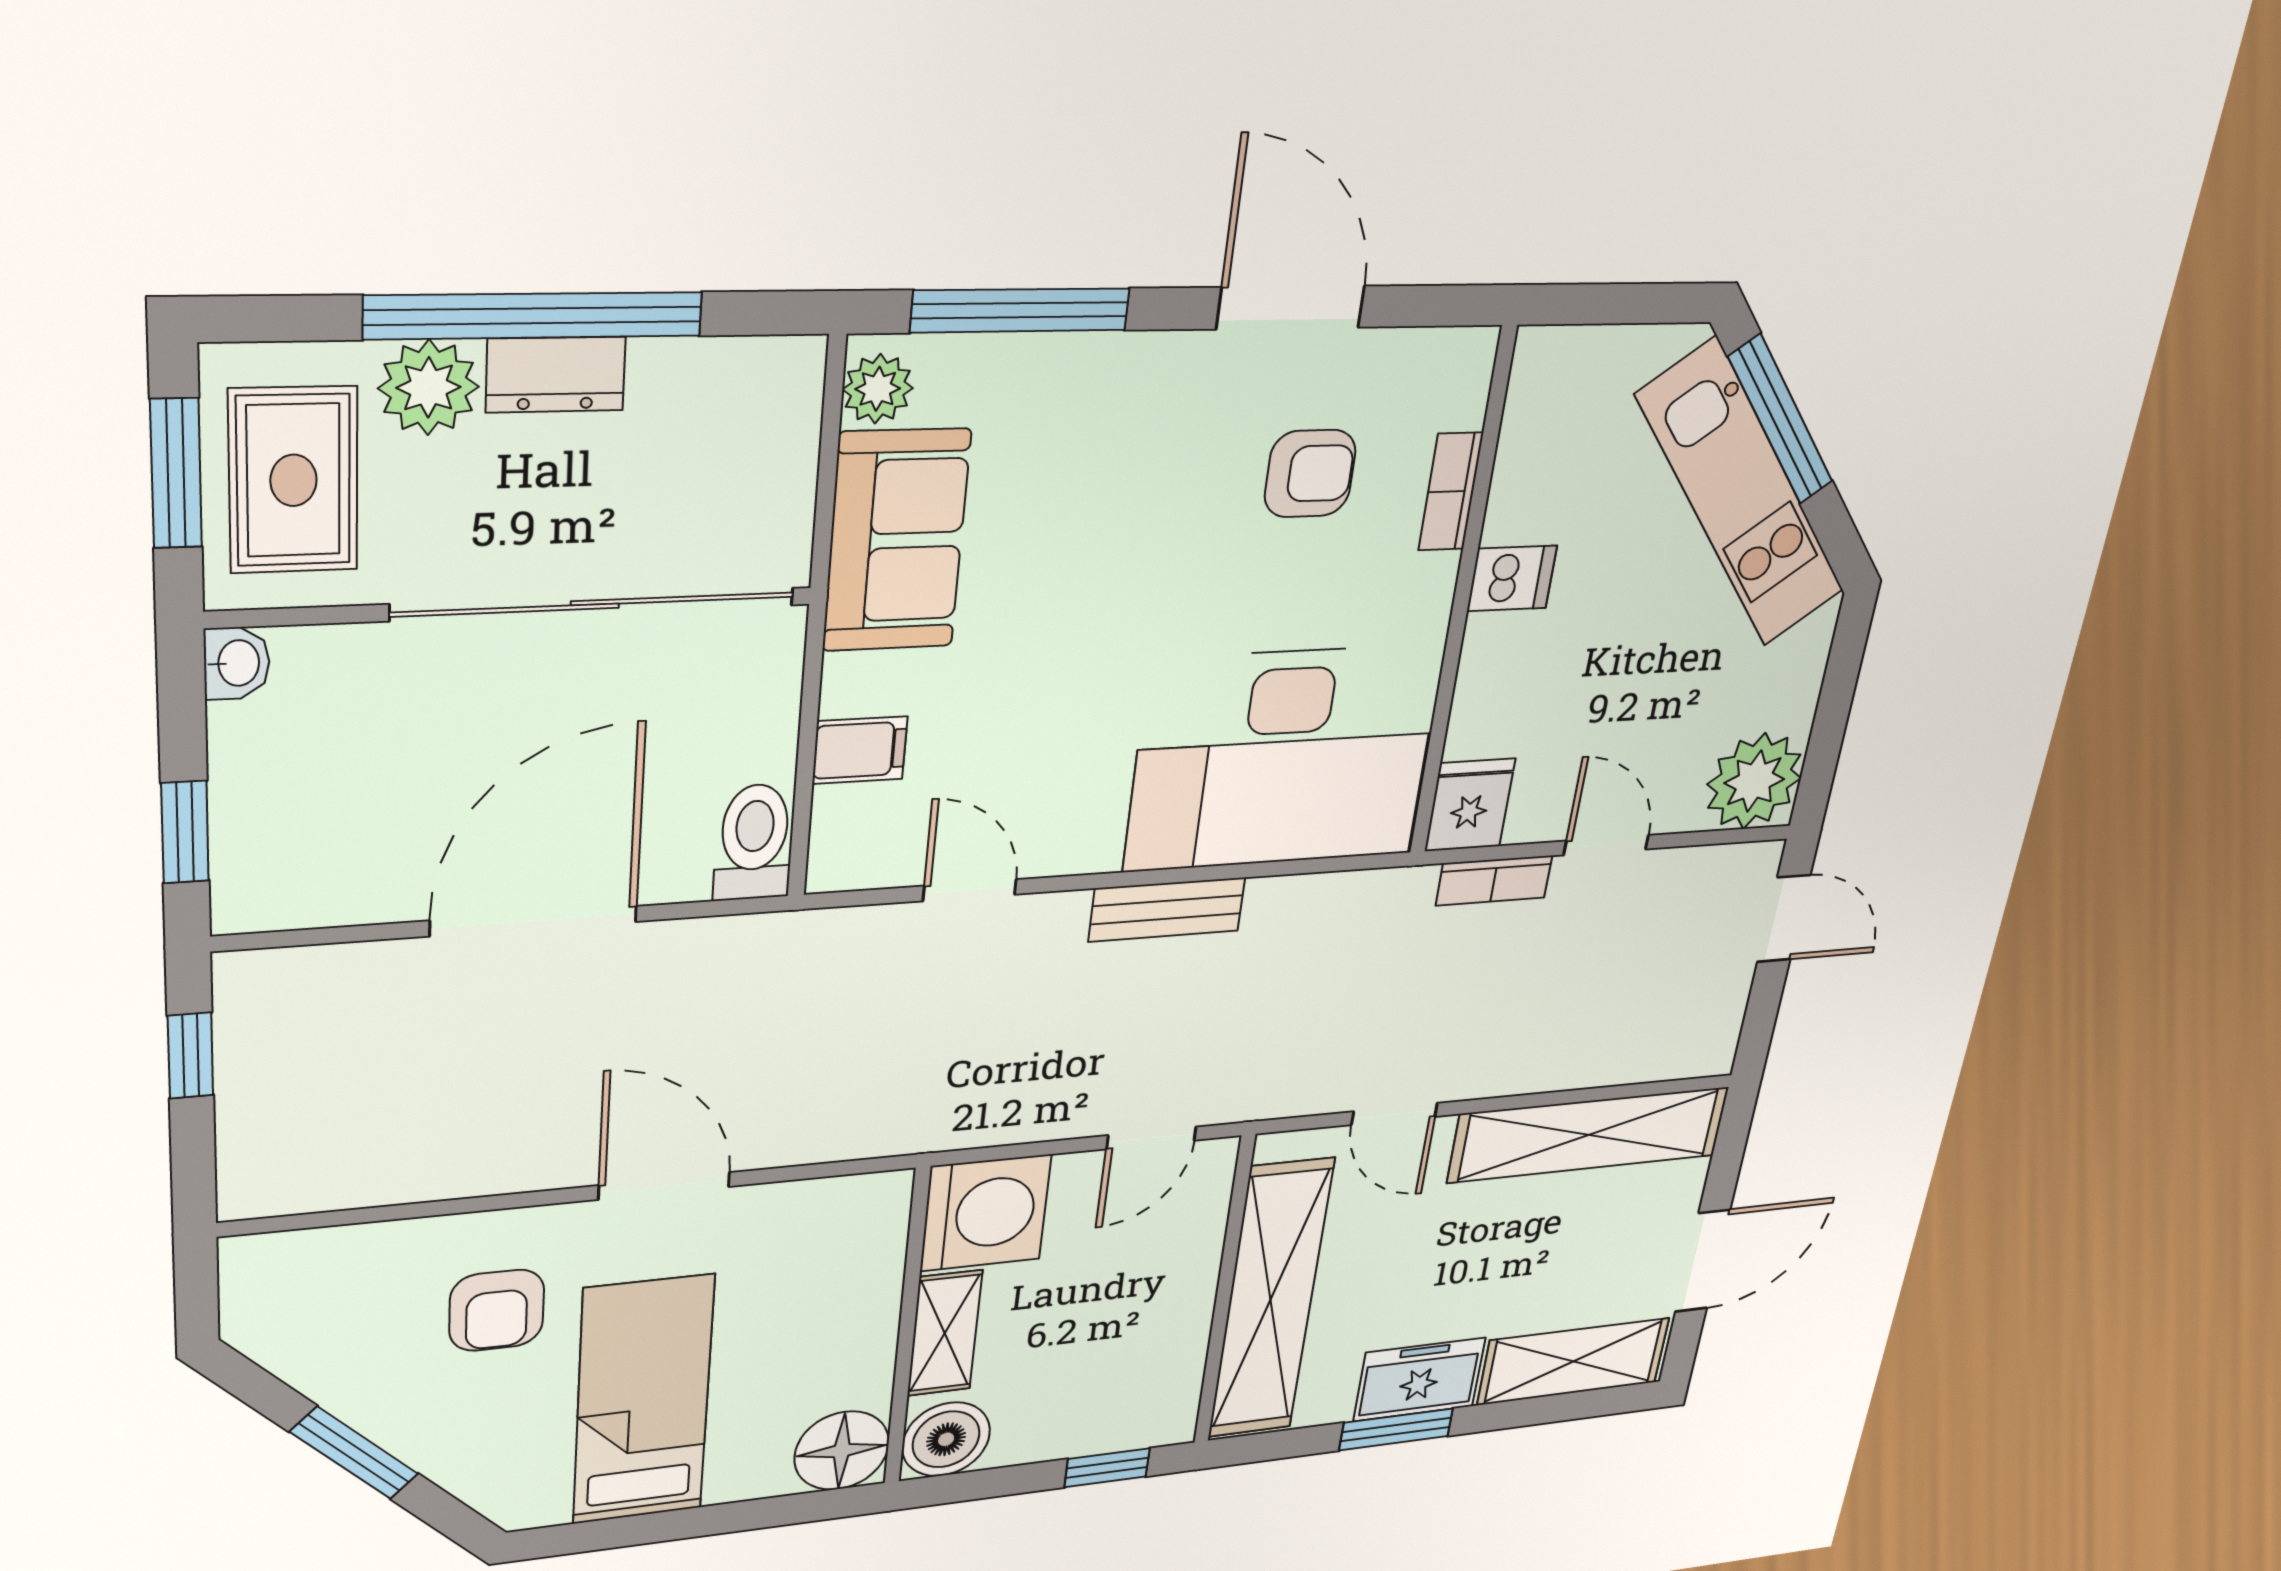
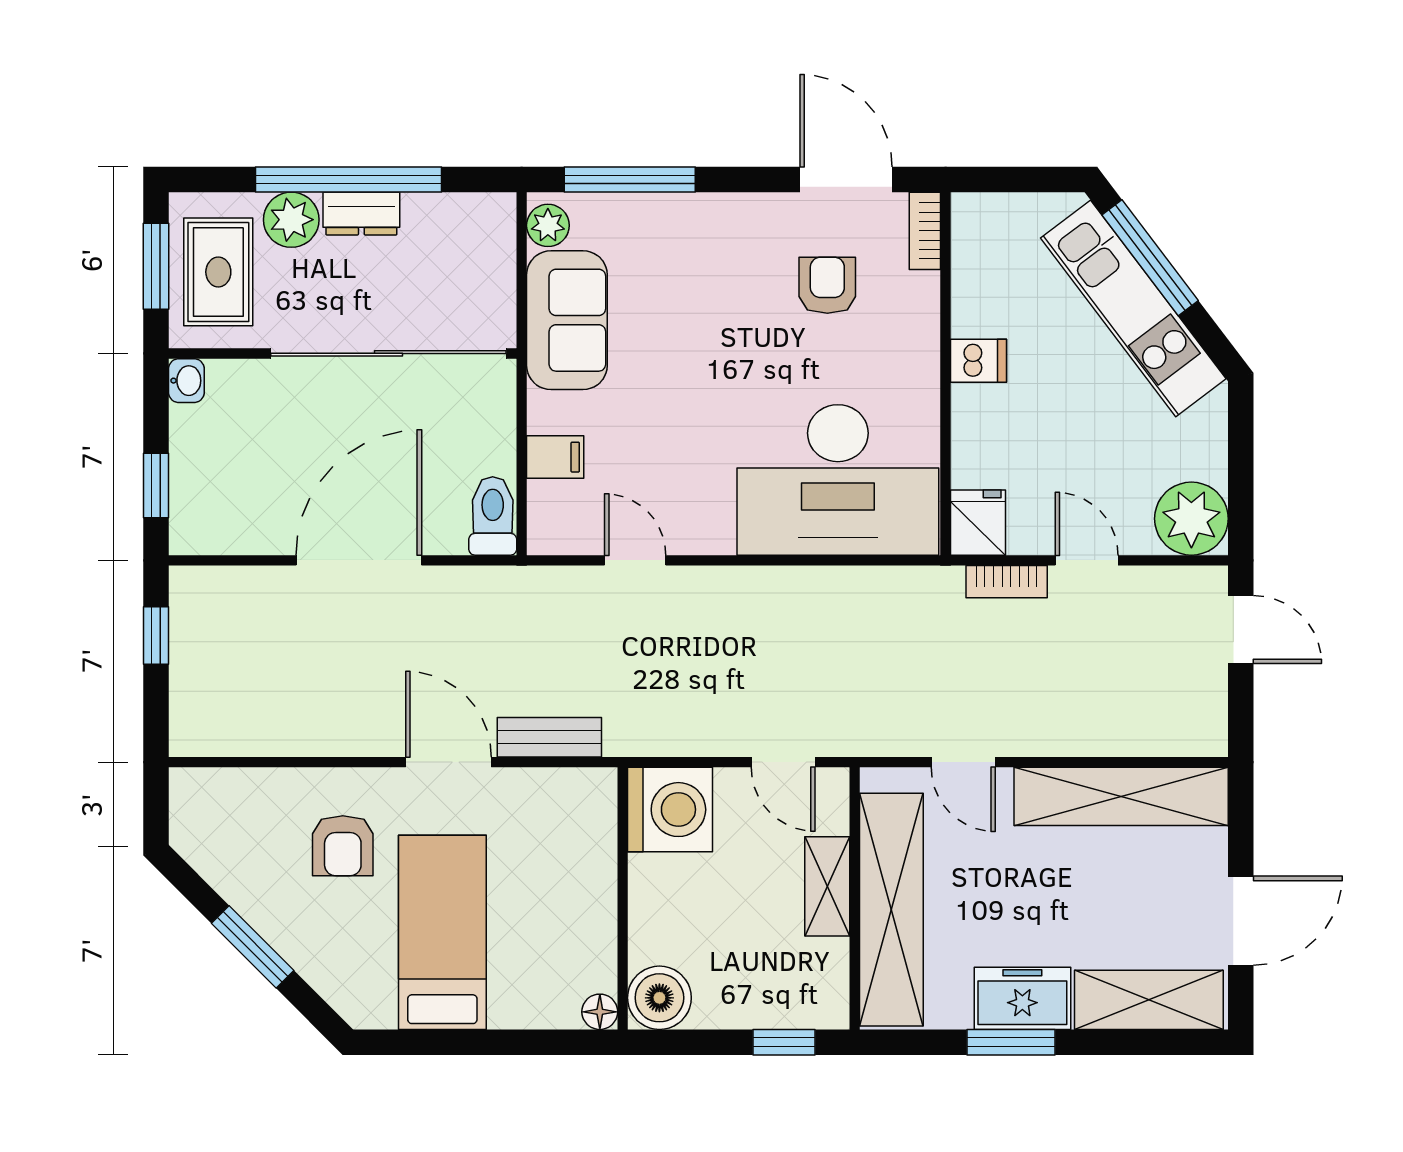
door: (1291, 307) -> (846, 179), moved
armchair: (1310, 474) -> (827, 285), turned -90
bookcase: (1451, 492) -> (925, 231), moved
bench: (1167, 910) -> (549, 737), moved
door: (1151, 1138) -> (783, 762), hinge flipped
shelving: (945, 1333) -> (827, 886), moved
floor lamp: (842, 1451) -> (600, 1012), width x0.53, depth x0.53

